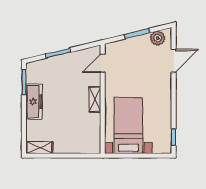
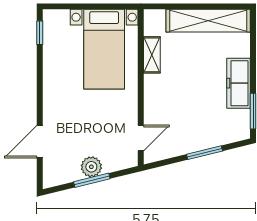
plant: (158, 38) -> (91, 167), moved
shelving: (95, 99) -> (152, 55), moved
shelving: (39, 148) -> (208, 21), width x2.20, depth x1.33

